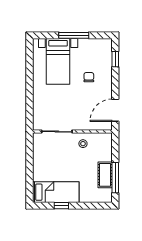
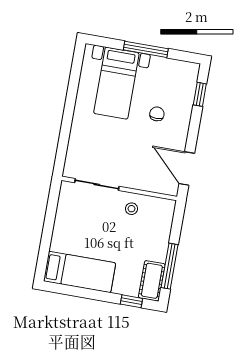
door: (115, 110) -> (187, 169), hinge flipped
cot: (105, 175) -> (152, 281), moved
window: (61, 206) -> (131, 301), moved

